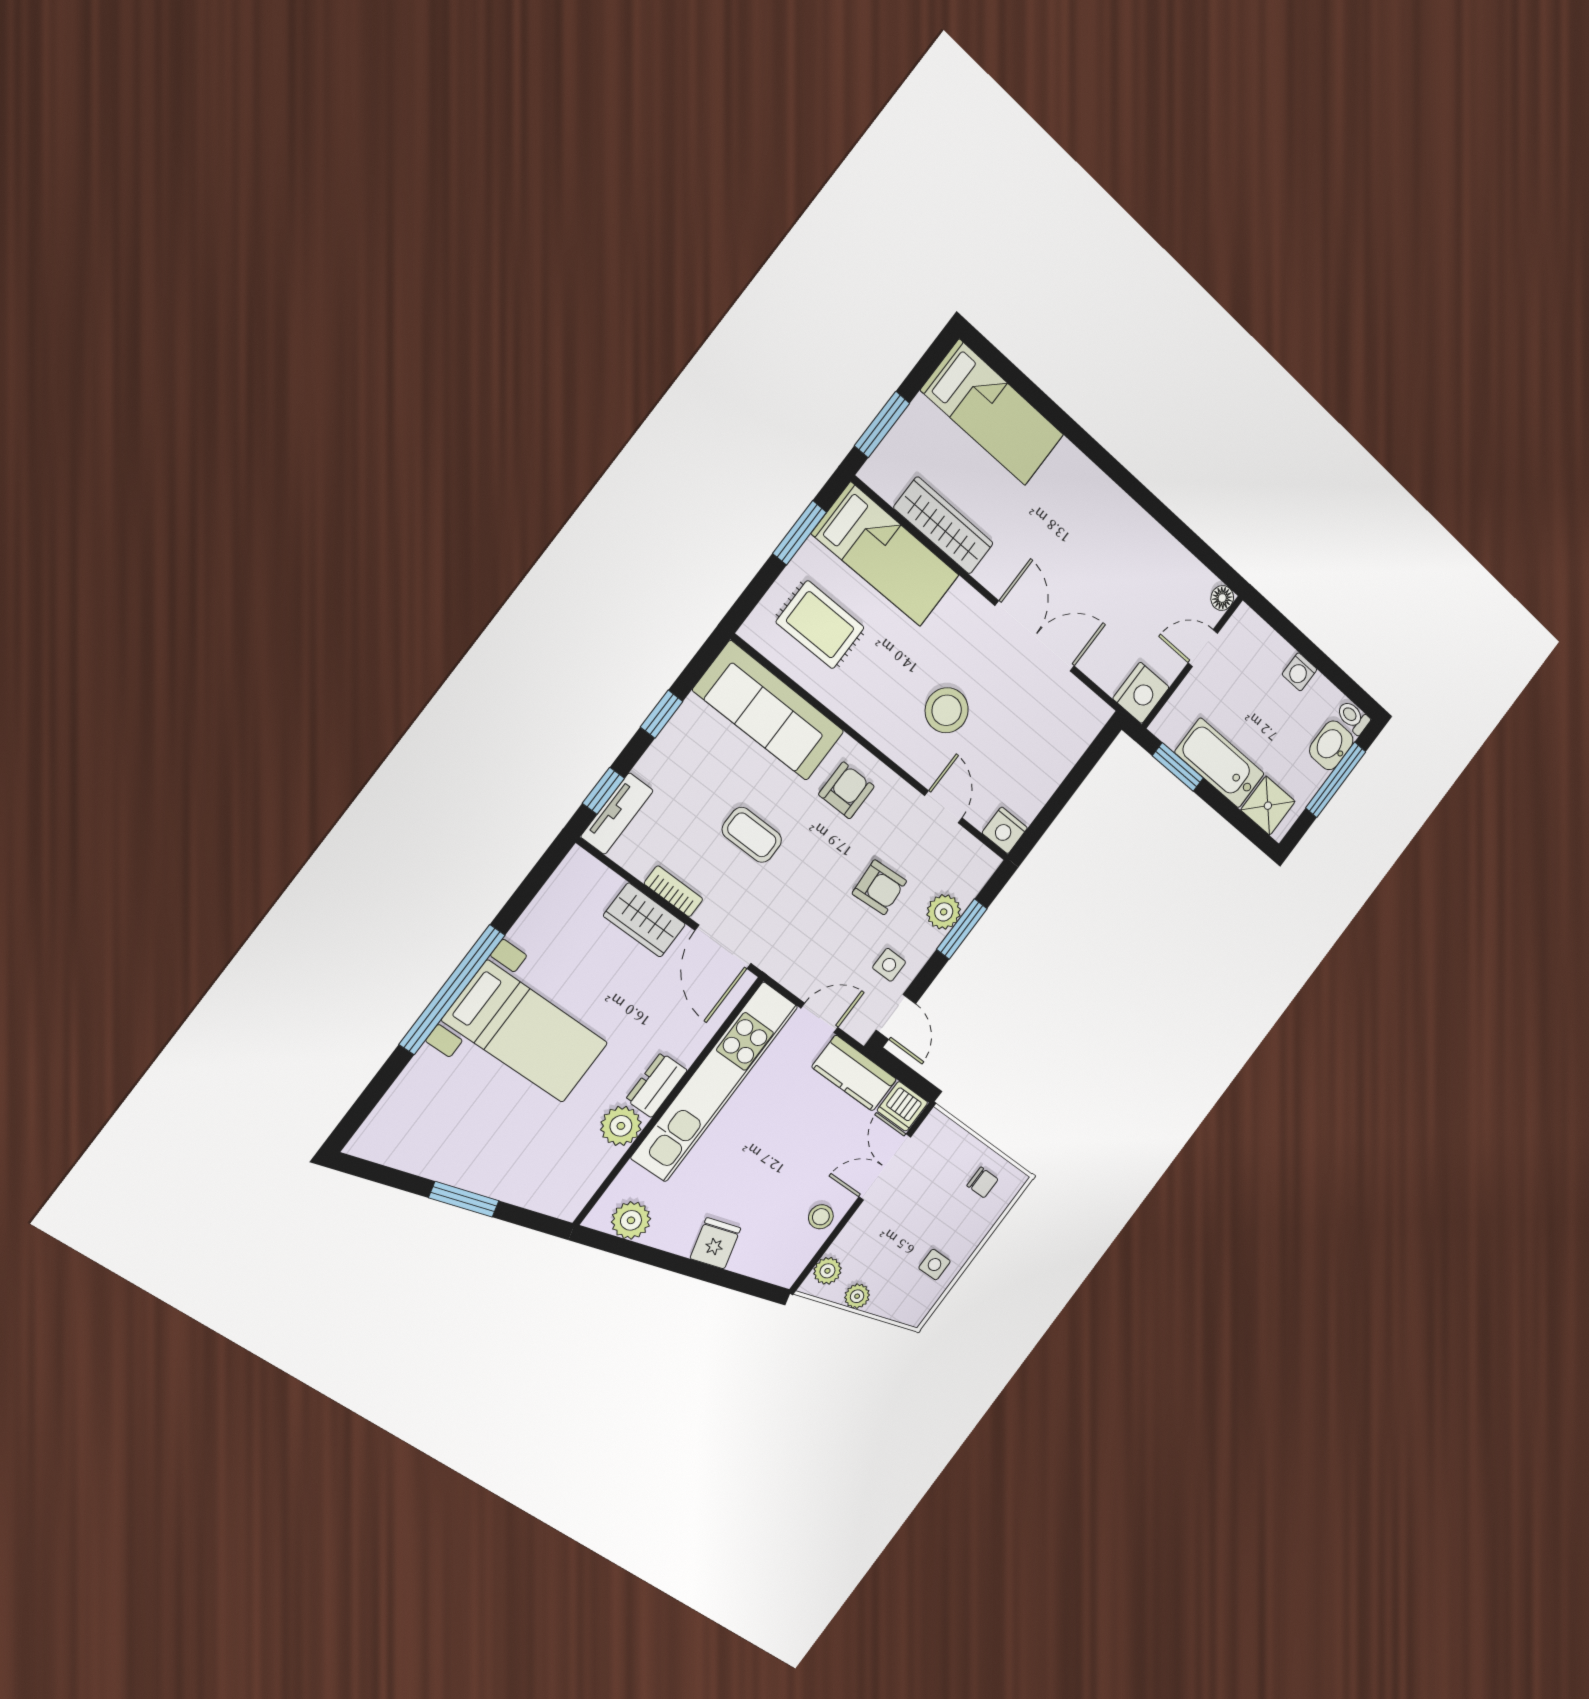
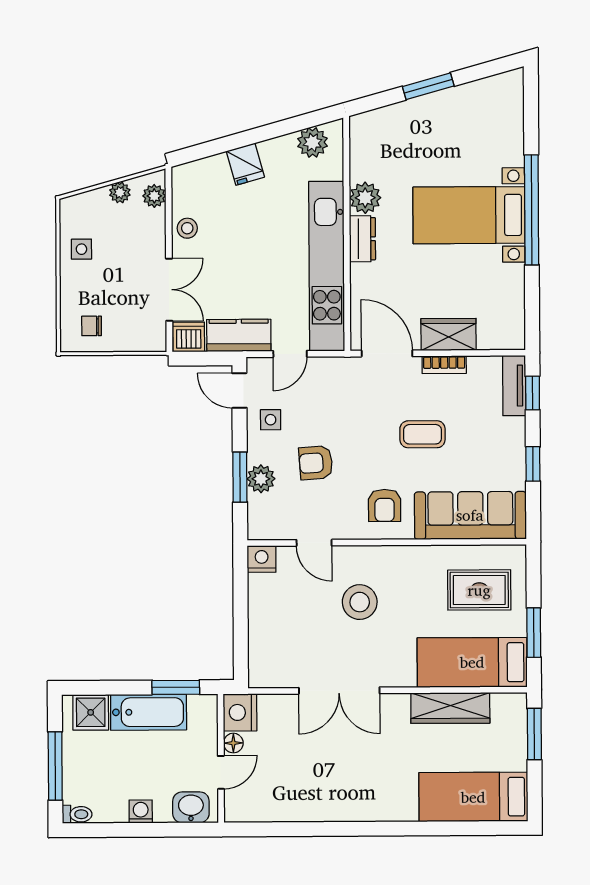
floor lamp: (1222, 598) -> (233, 743), moved
washbasin: (1331, 745) -> (191, 807), moved, turned -90

